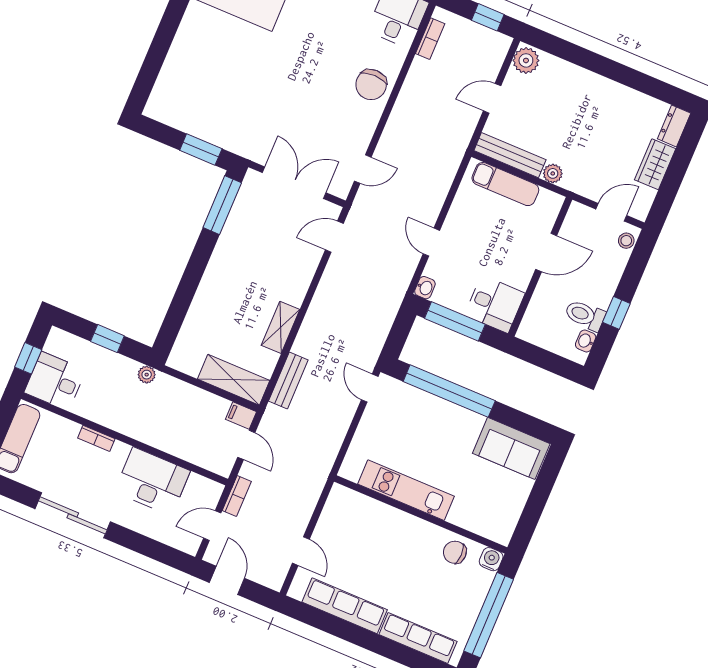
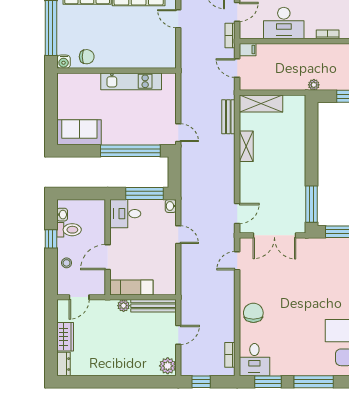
exam couch: (505, 184) -> (131, 287), moved
stool: (626, 241) -> (67, 263), moved
filing cabinet: (241, 415) -> (248, 50), moved

